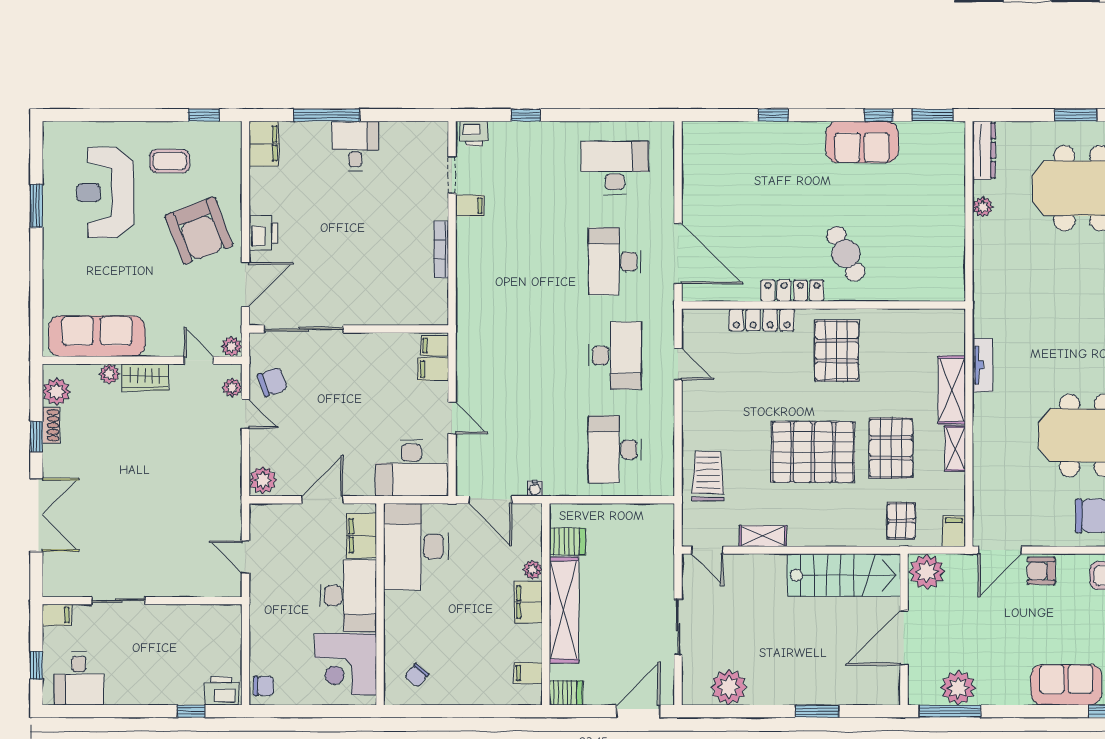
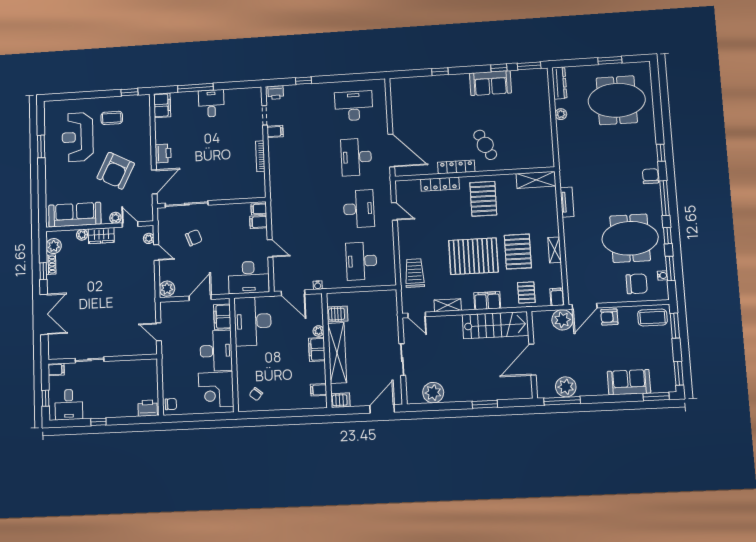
armchair: (199, 231) -> (116, 171), moved, turned 48
plant: (232, 346) -> (115, 218), moved
chair: (272, 382) -> (194, 238), moved
shelving: (952, 390) -> (536, 180), moved, turned 90
filing cabinet: (832, 531) -> (487, 301), added
plant: (927, 572) -> (562, 320), moved
window: (191, 711) -> (98, 422), moved

